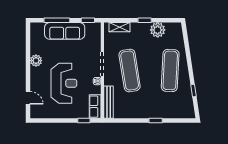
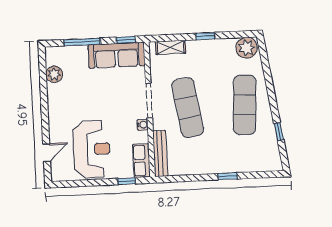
plant: (158, 30) -> (247, 48), moved
sofa: (65, 31) -> (117, 55), moved
plant: (36, 61) -> (54, 74), moved
reception desk: (64, 83) -> (92, 149), moved
door: (28, 98) -> (47, 153), hinge flipped

